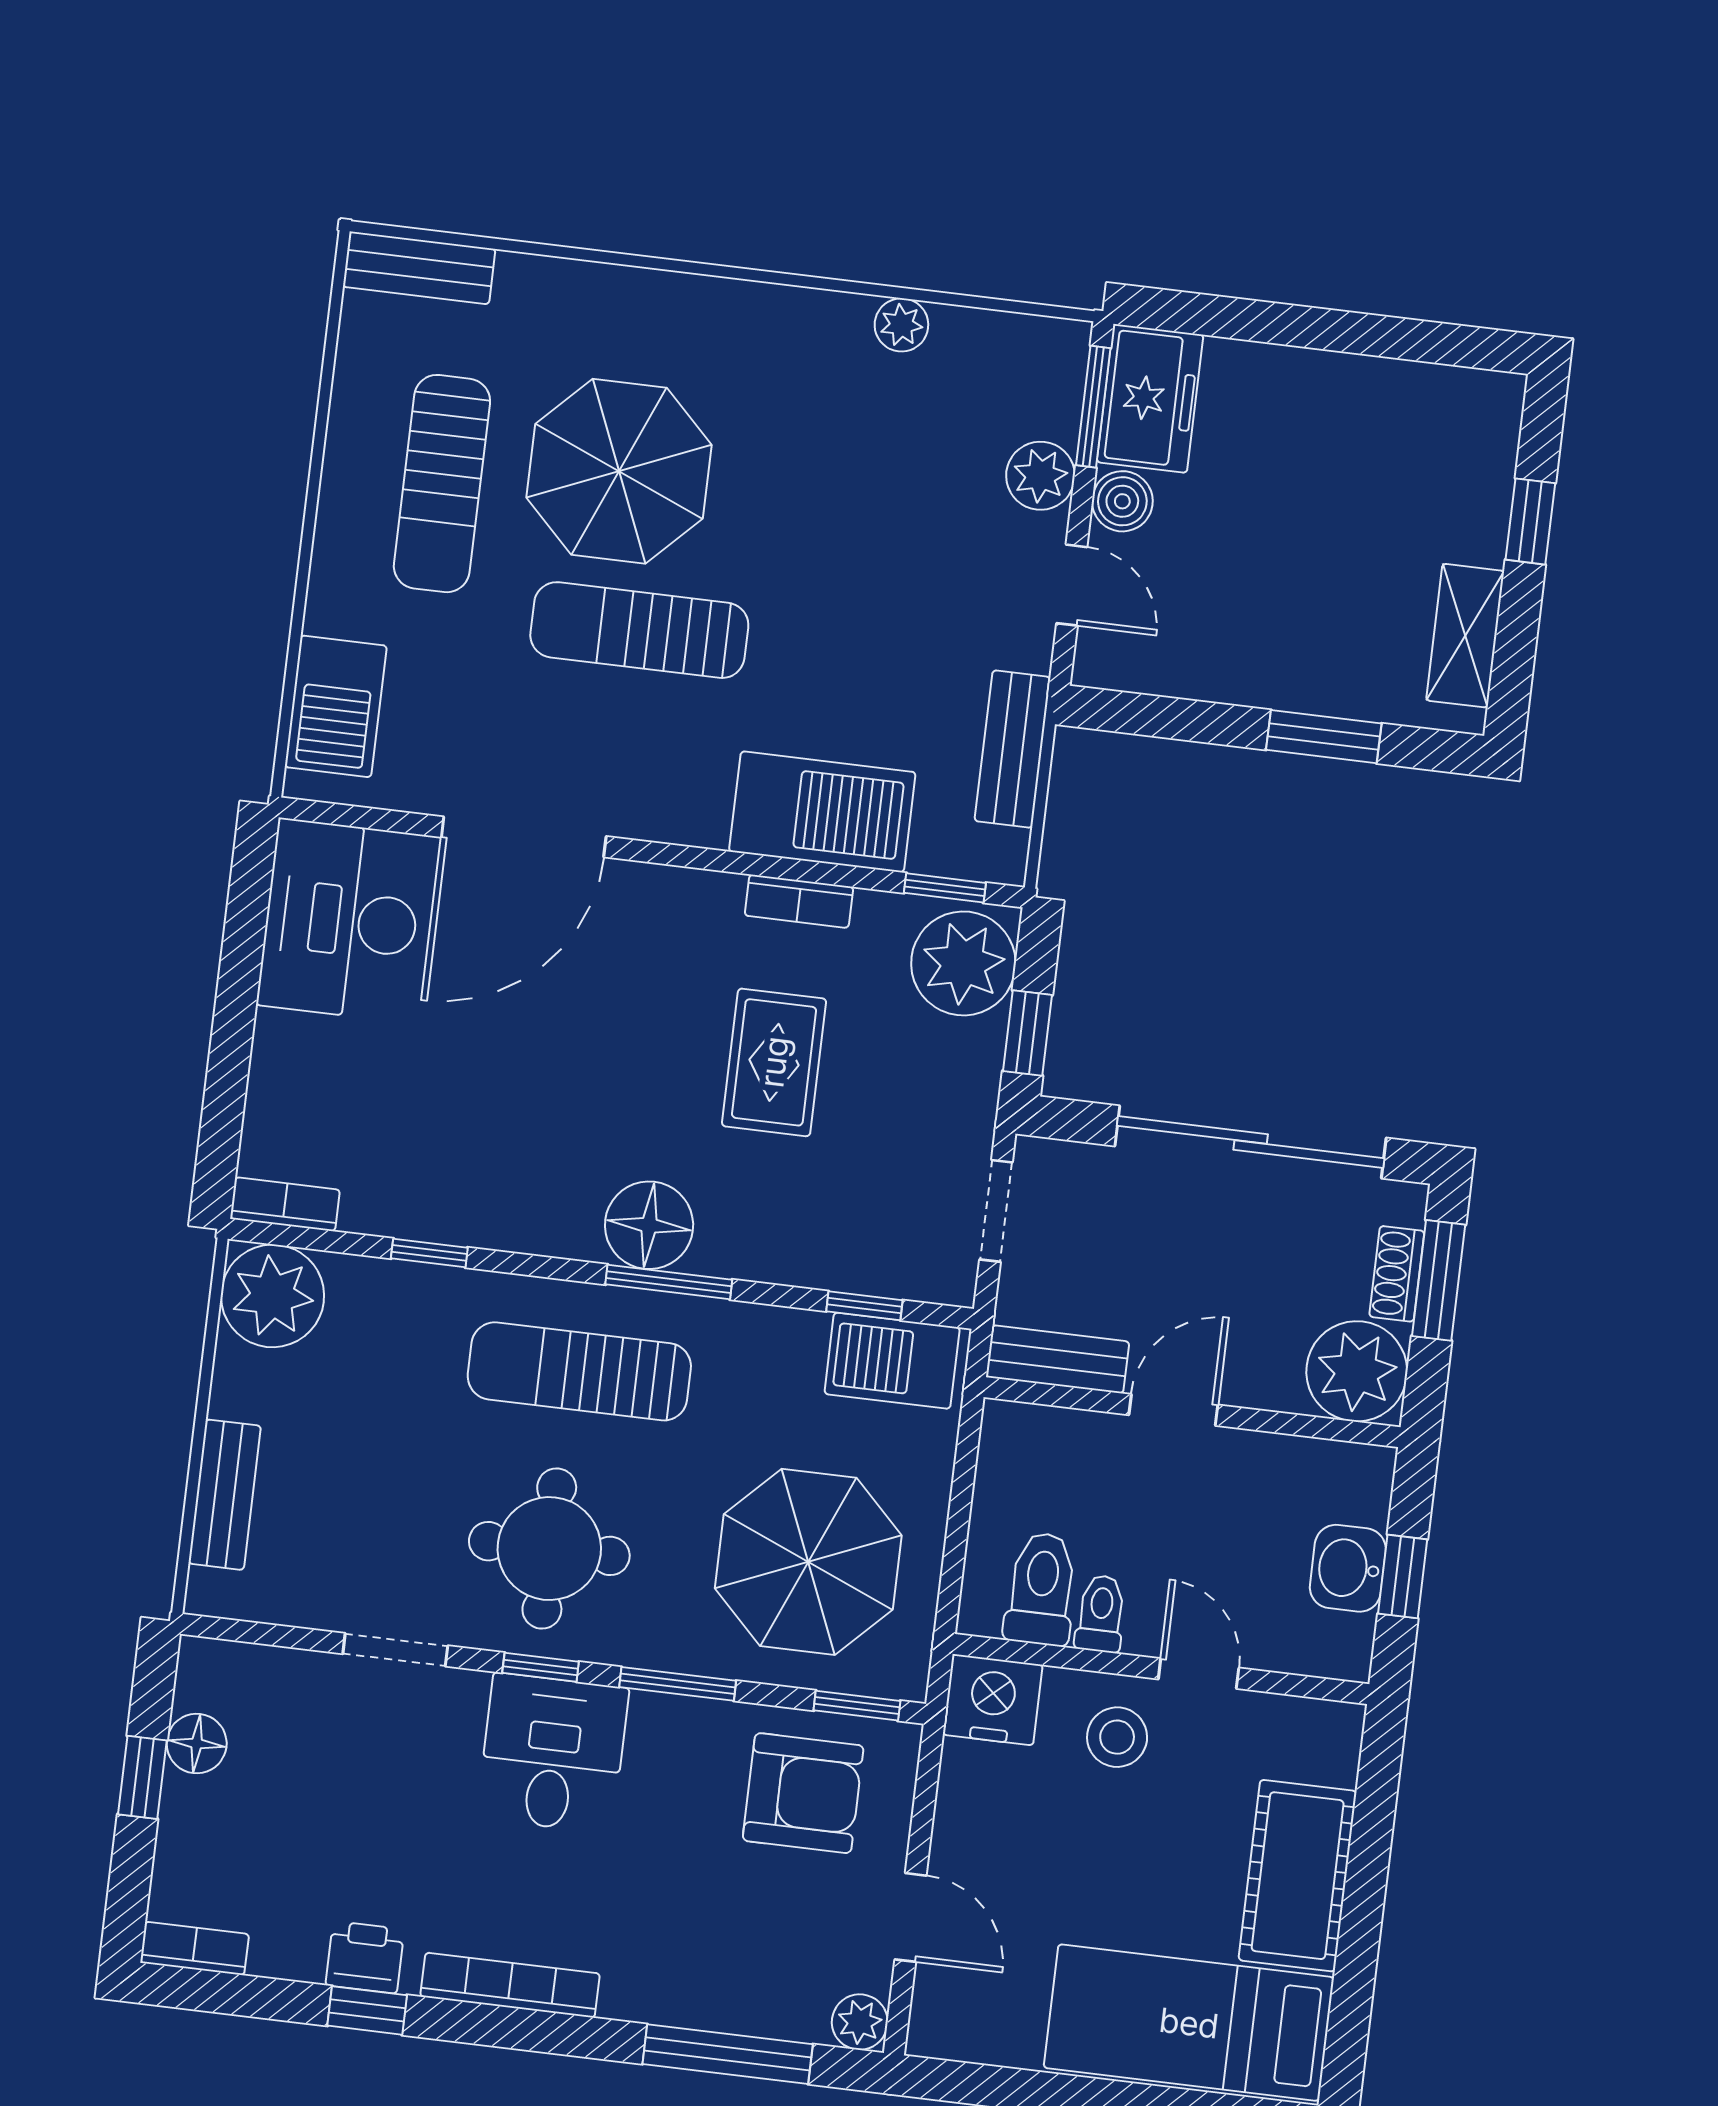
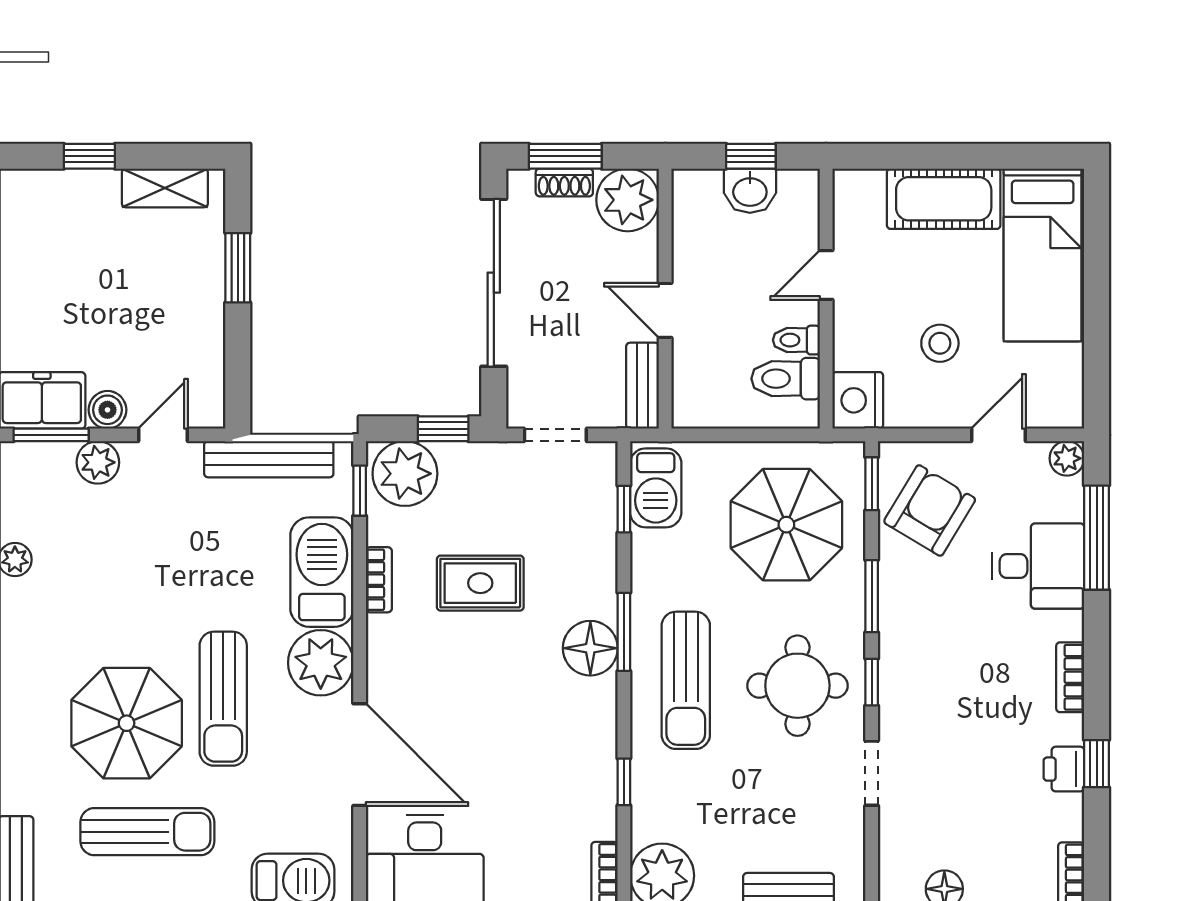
bench: (1013, 749) -> (269, 459), width x1.36
plant: (678, 793) -> (321, 663), added
stool: (1117, 1737) -> (940, 343), moved
desk: (553, 1753) -> (1038, 566), moved, turned 180
armchair: (803, 1793) -> (930, 510), turned 31
bookcase: (510, 1985) -> (1070, 677), width x0.64

